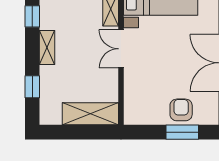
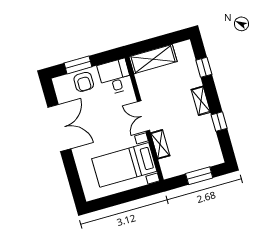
double door: (121, 49) -> (143, 116), swing flipped
desk: (142, 105) -> (115, 77), added

